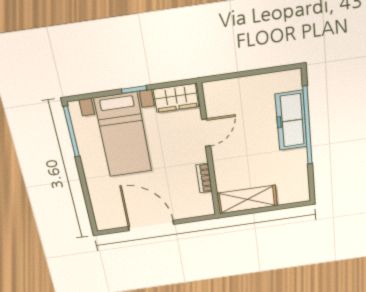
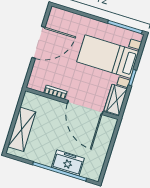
freezer: (291, 121) -> (68, 163), width x0.71
door: (206, 133) -> (85, 107), width x1.87
shelving: (247, 199) -> (22, 129), moved

